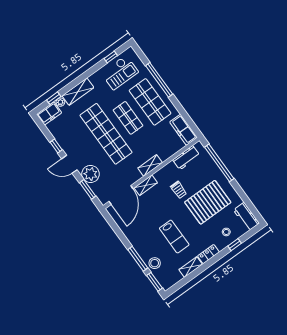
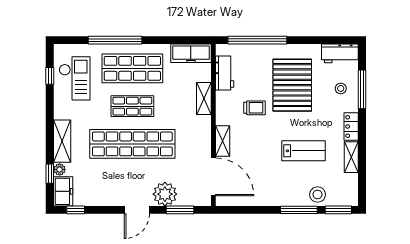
window: (56, 146) -> (76, 210), moved
shelving: (150, 165) -> (204, 98), moved
window: (235, 245) -> (362, 89), width x2.17

